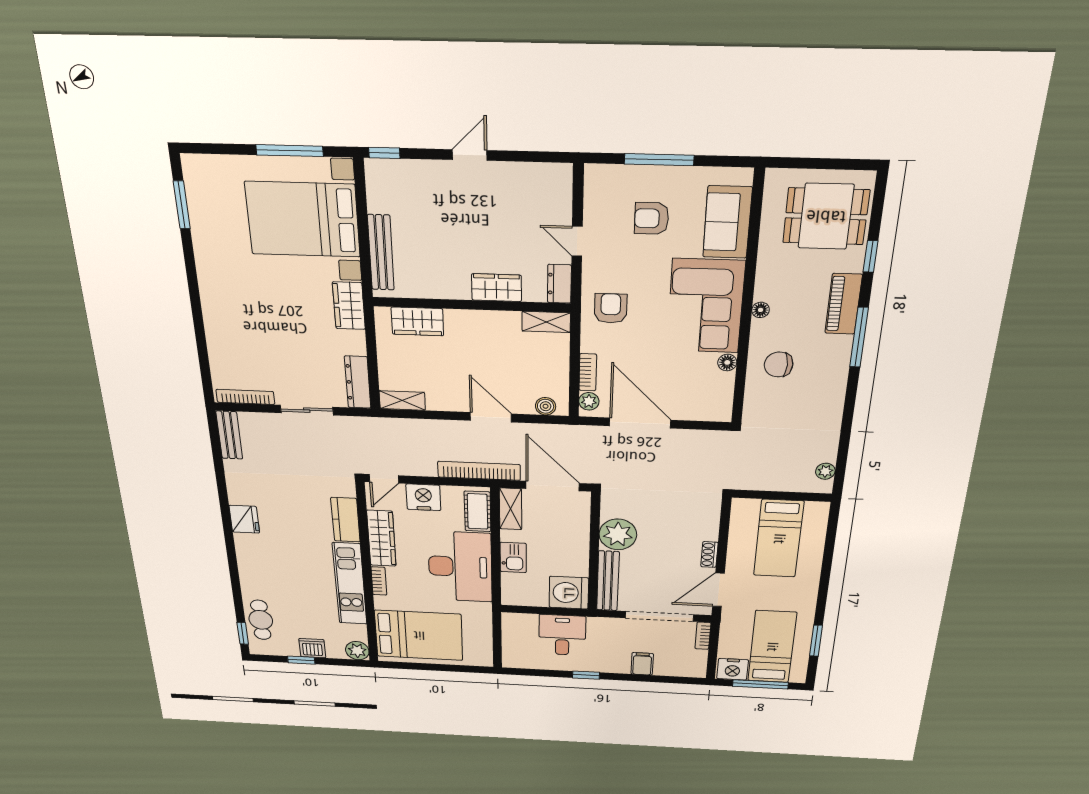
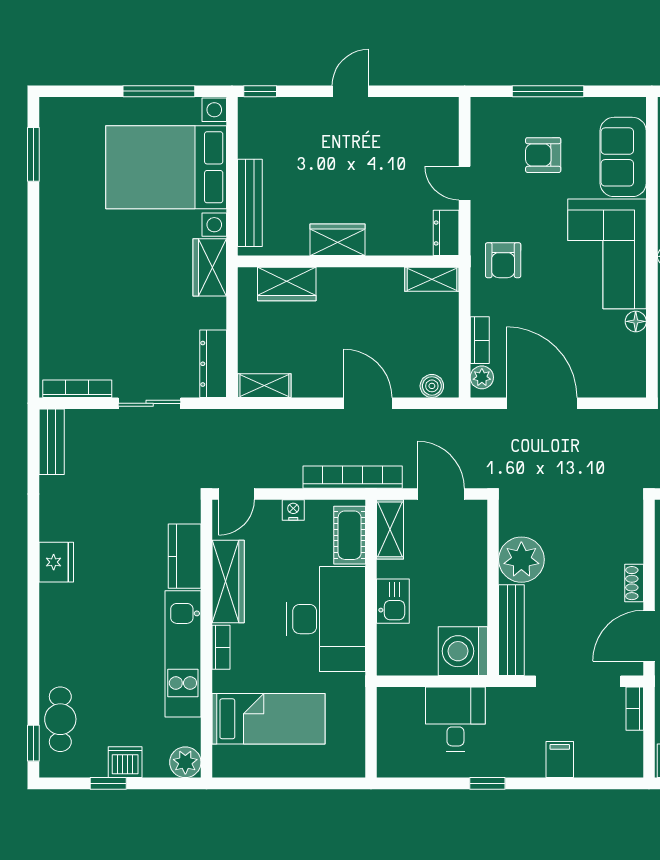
wardrobe: (497, 288) -> (337, 240), moved
armchair: (611, 308) -> (503, 260), turned 180
door: (553, 486) -> (441, 494), width x0.73
nightstand: (423, 497) -> (293, 510), width x0.53, depth x0.56
bed: (419, 635) -> (268, 719), width x0.67

